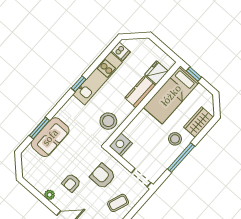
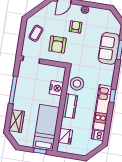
kitchen counter: (140, 92) -> (70, 106), moved
stool: (175, 139) -> (25, 100), removed
nightstand: (121, 145) -> (56, 88), moved
armchair: (103, 176) -> (57, 45), turned 90

